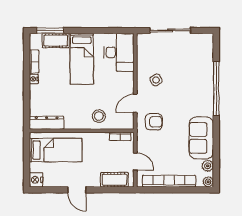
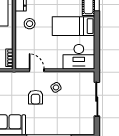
stool: (99, 116) -> (30, 24), moved
armchair: (154, 122) -> (36, 97), moved

